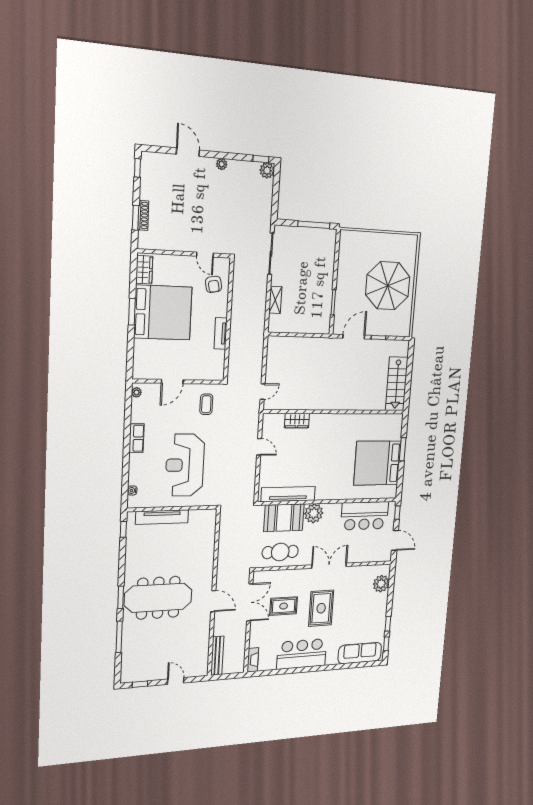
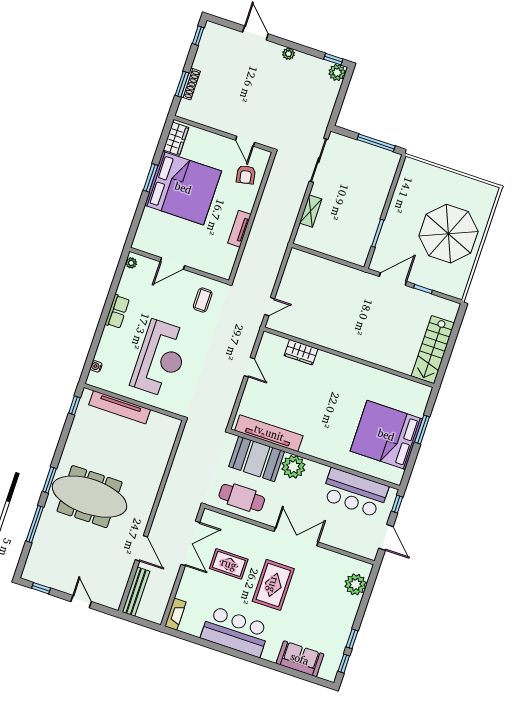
reception desk: (185, 465) -> (161, 359), turned 180
door: (213, 601) -> (141, 548), moved
sofa: (360, 653) -> (300, 659), width x0.73

